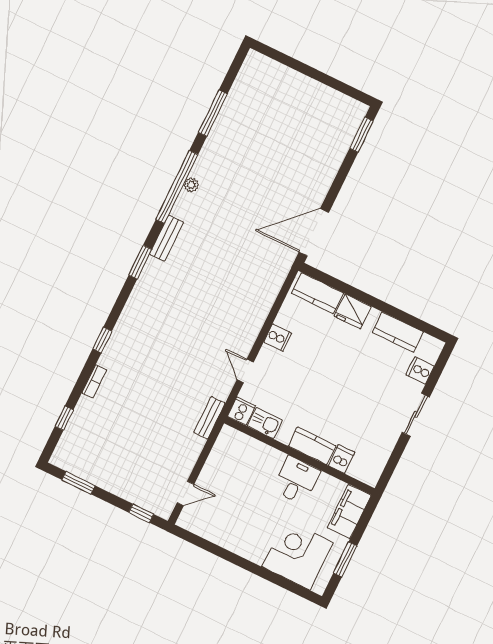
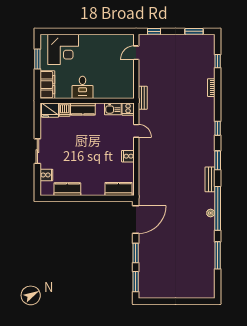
window: (340, 179) -> (136, 253), added
fridge: (353, 311) -> (50, 110), moved, turned 180
window: (102, 340) -> (218, 128), moved

